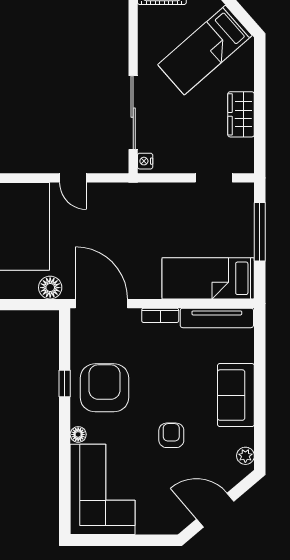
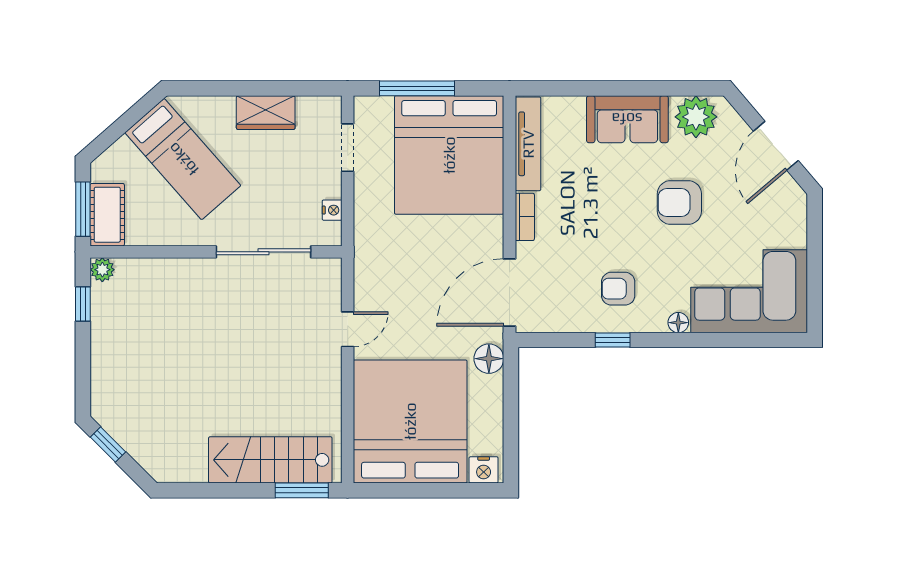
nightstand: (145, 161) -> (332, 210), moved, turned -90
bed: (208, 278) -> (449, 155), width x2.04
armchair: (104, 388) -> (618, 289), width x0.53, depth x0.53
armchair: (171, 435) -> (679, 202), width x1.38, depth x1.38
plant: (245, 456) -> (696, 117), width x1.88, depth x1.88

